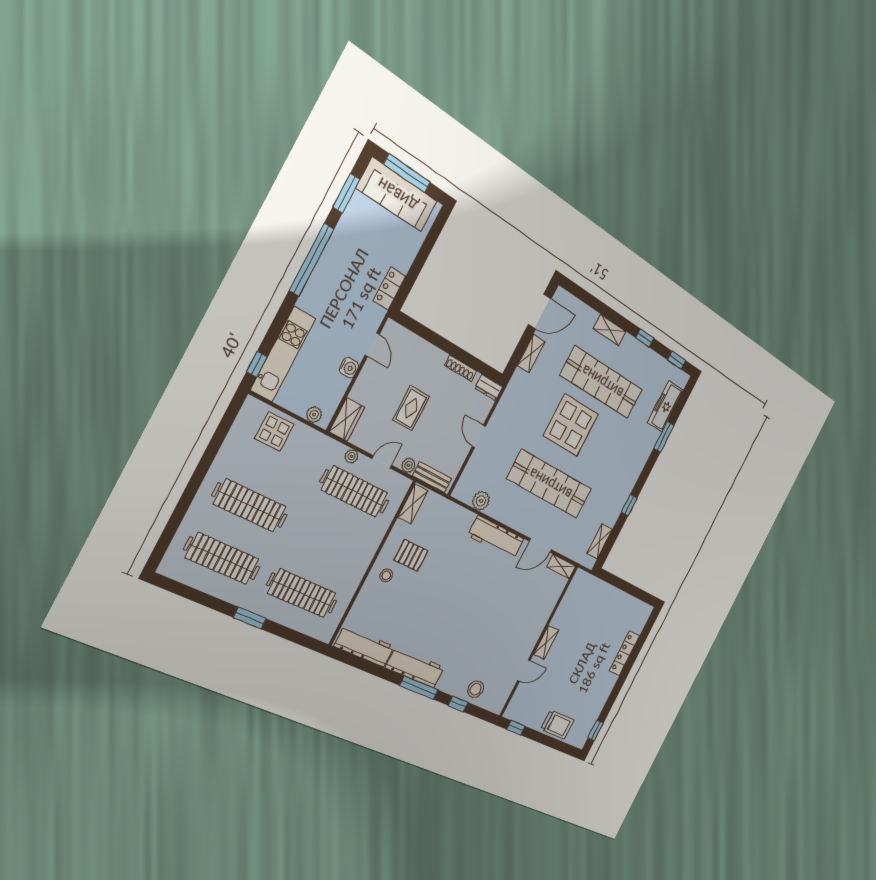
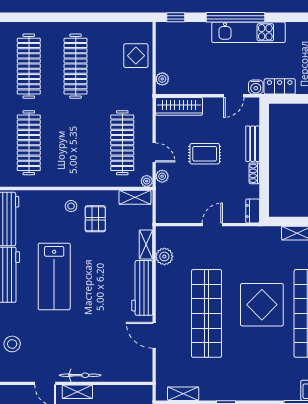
window: (312, 260) -> (236, 17), moved
kitchen unit: (283, 354) -> (248, 32), moved
water cooler: (349, 368) -> (256, 87), moved
shoe rack: (460, 368) -> (254, 173), width x0.70
wardrobe: (347, 419) -> (179, 106), width x1.50
plant: (351, 456) -> (147, 181), moved
bench: (432, 477) -> (253, 144), moved
shelving: (561, 566) -> (146, 245), moved
lab bench: (440, 622) -> (54, 276), added
bicycle: (535, 634) -> (80, 375), added

